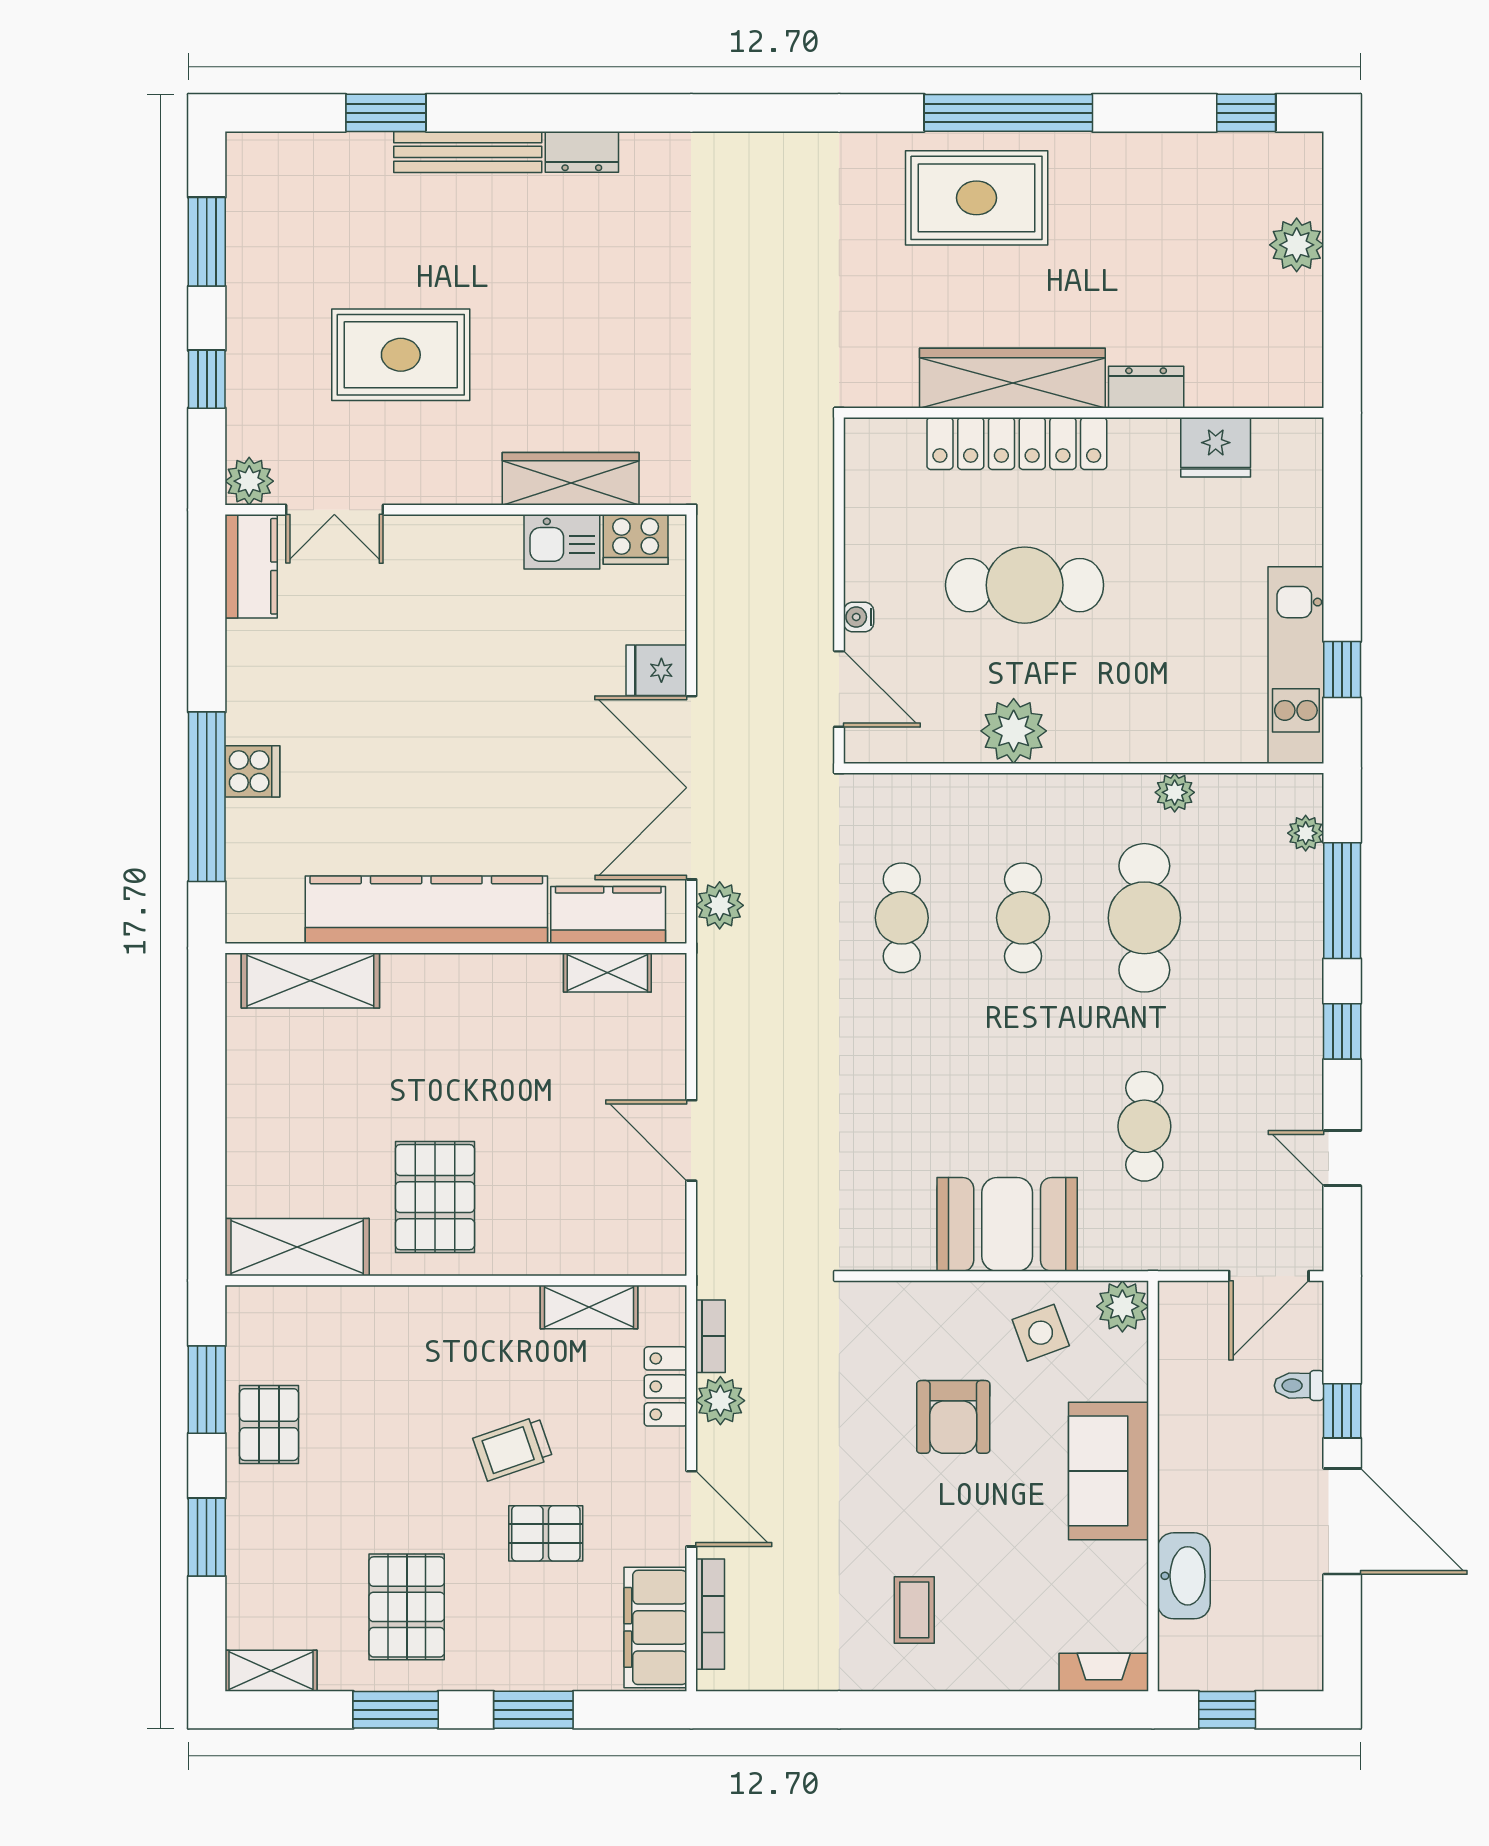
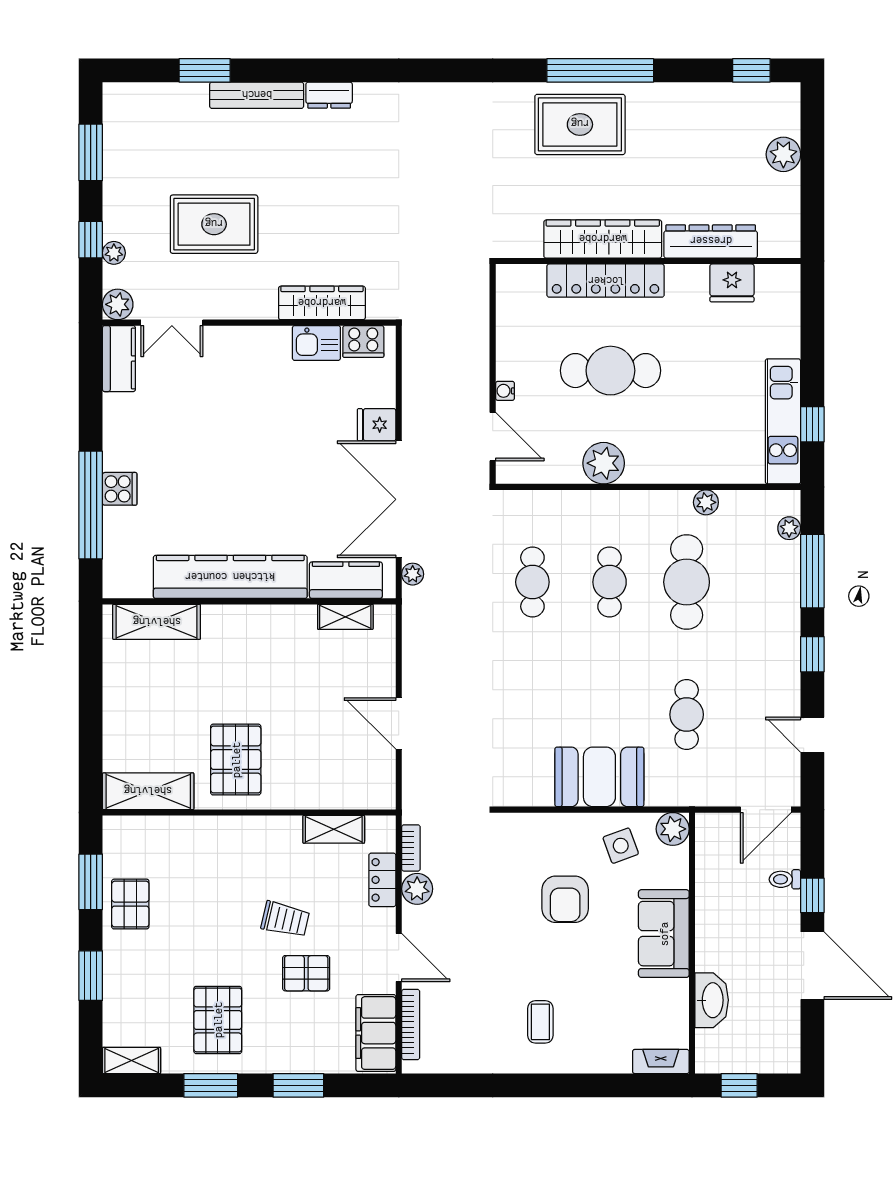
dresser: (1146, 387) -> (711, 241), width x1.96, depth x1.24
plant: (243, 400) -> (114, 253), added
plant: (720, 905) -> (413, 574), width x0.73, depth x0.73
trolley: (513, 1448) -> (285, 919), turned -148

